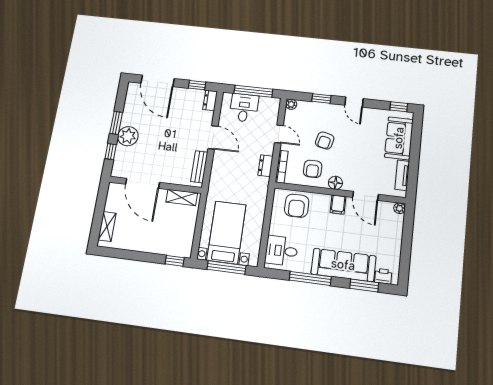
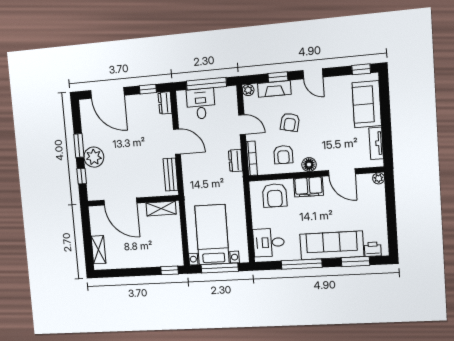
fireplace: (316, 108) -> (274, 89), added
filing cabinet: (338, 205) -> (309, 187), width x2.00

